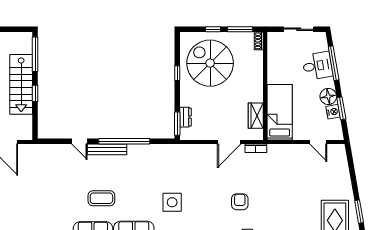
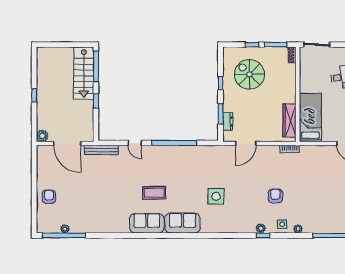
sliding door: (299, 29) -> (317, 45), moved
spiral stairs: (210, 63) -> (249, 74), width x0.73, depth x0.73
stairs: (21, 84) -> (84, 73), moved
wardrobe: (256, 116) -> (289, 120), width x1.50
window: (177, 124) -> (221, 114), moved
door: (229, 142) -> (246, 143), moved
bench: (107, 149) -> (101, 150), moved

